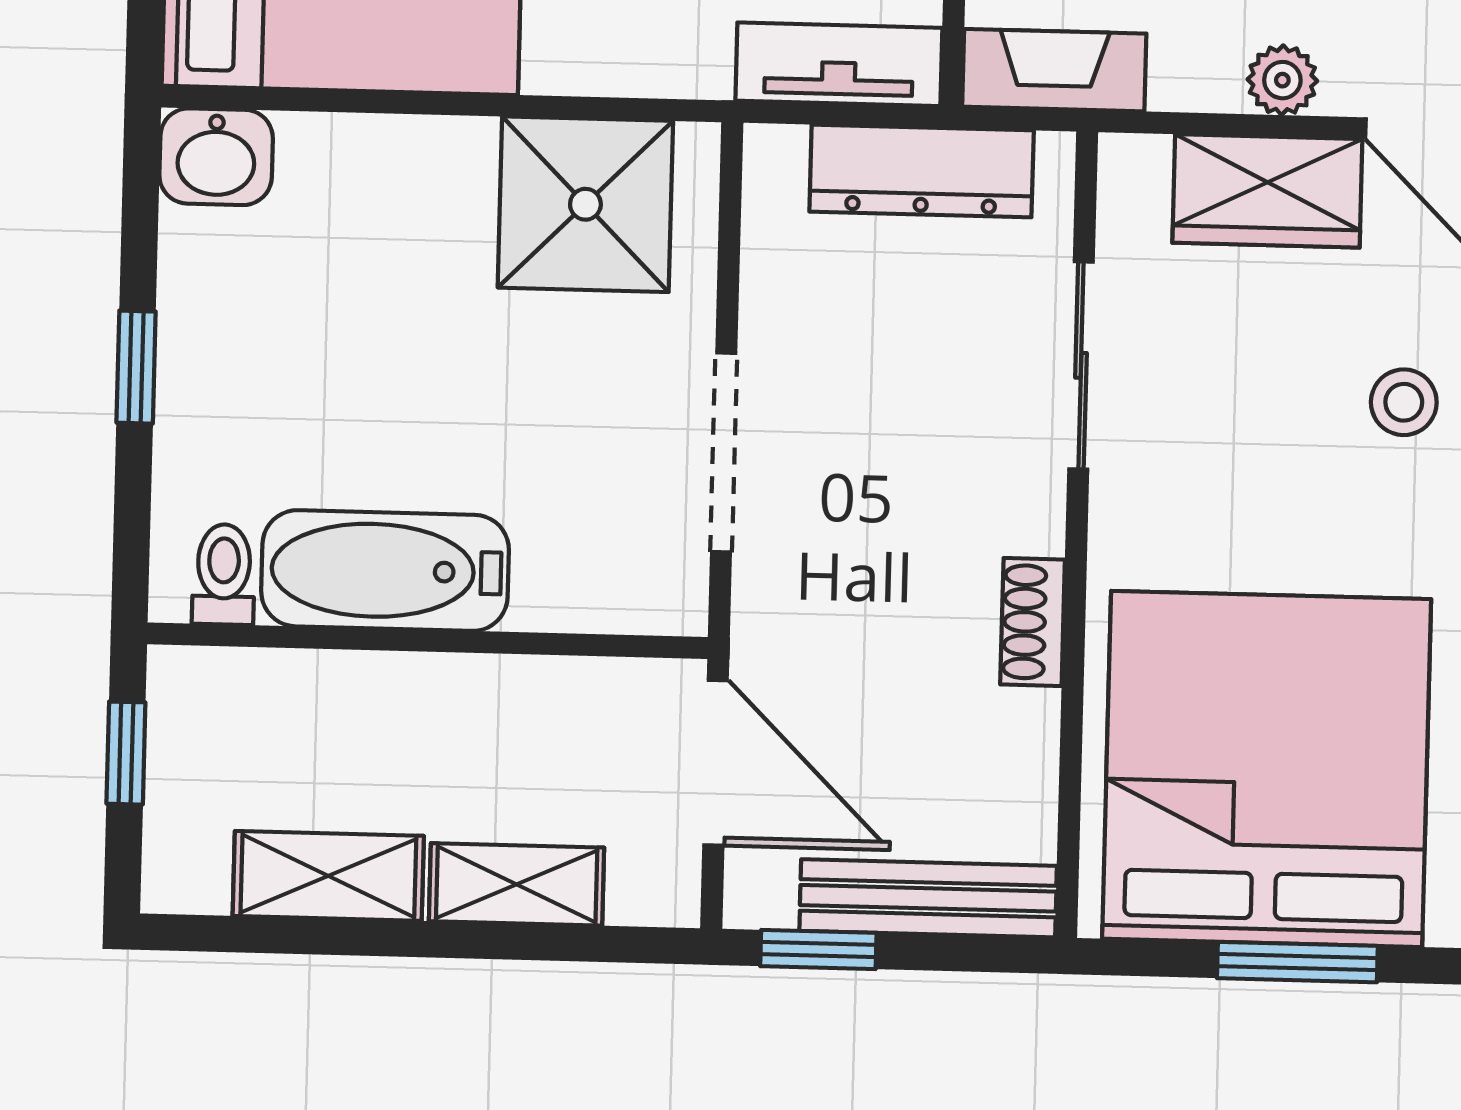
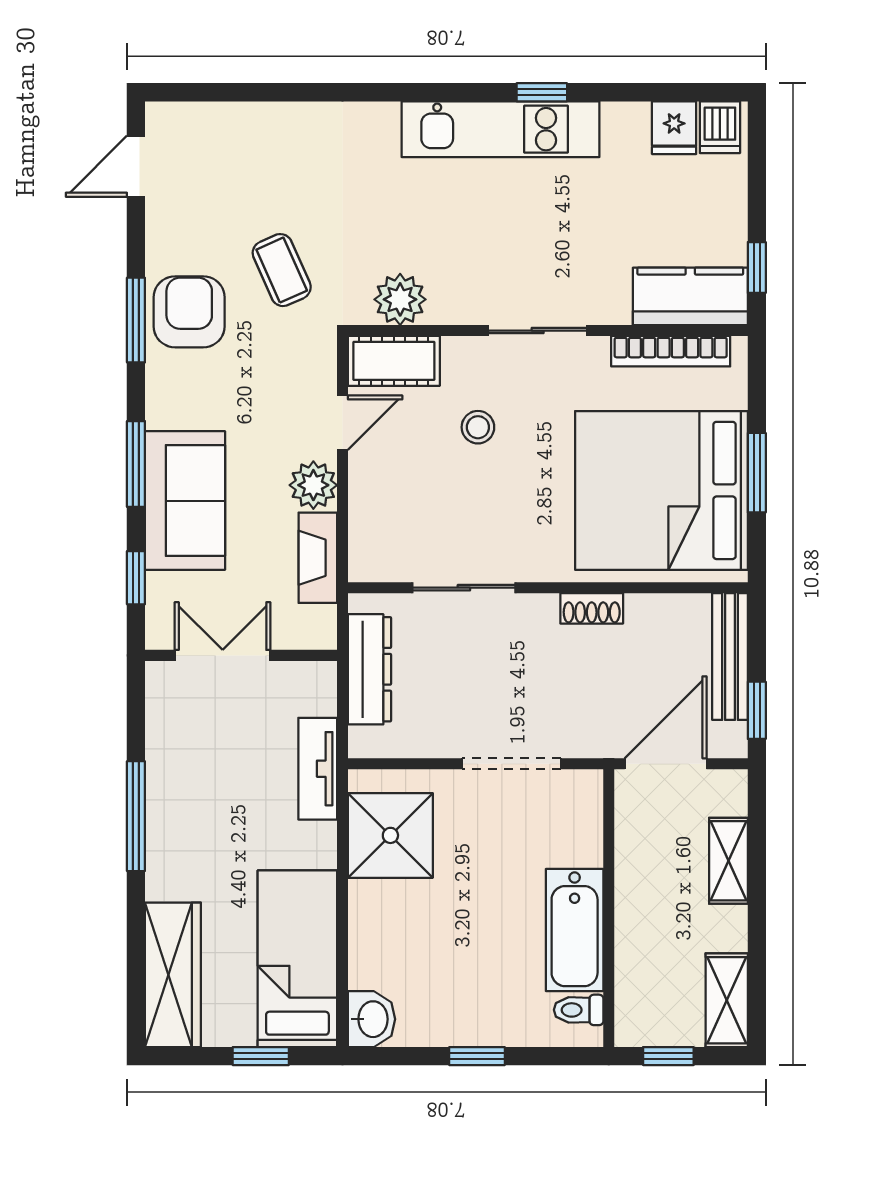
tv unit: (839, 64) -> (318, 769), moved
fireplace: (1054, 70) -> (318, 558), moved
plant: (1282, 80) -> (313, 485), width x1.38, depth x1.38
wardrobe: (1267, 191) -> (375, 498), removed
shelving: (328, 876) -> (727, 1000), moved

